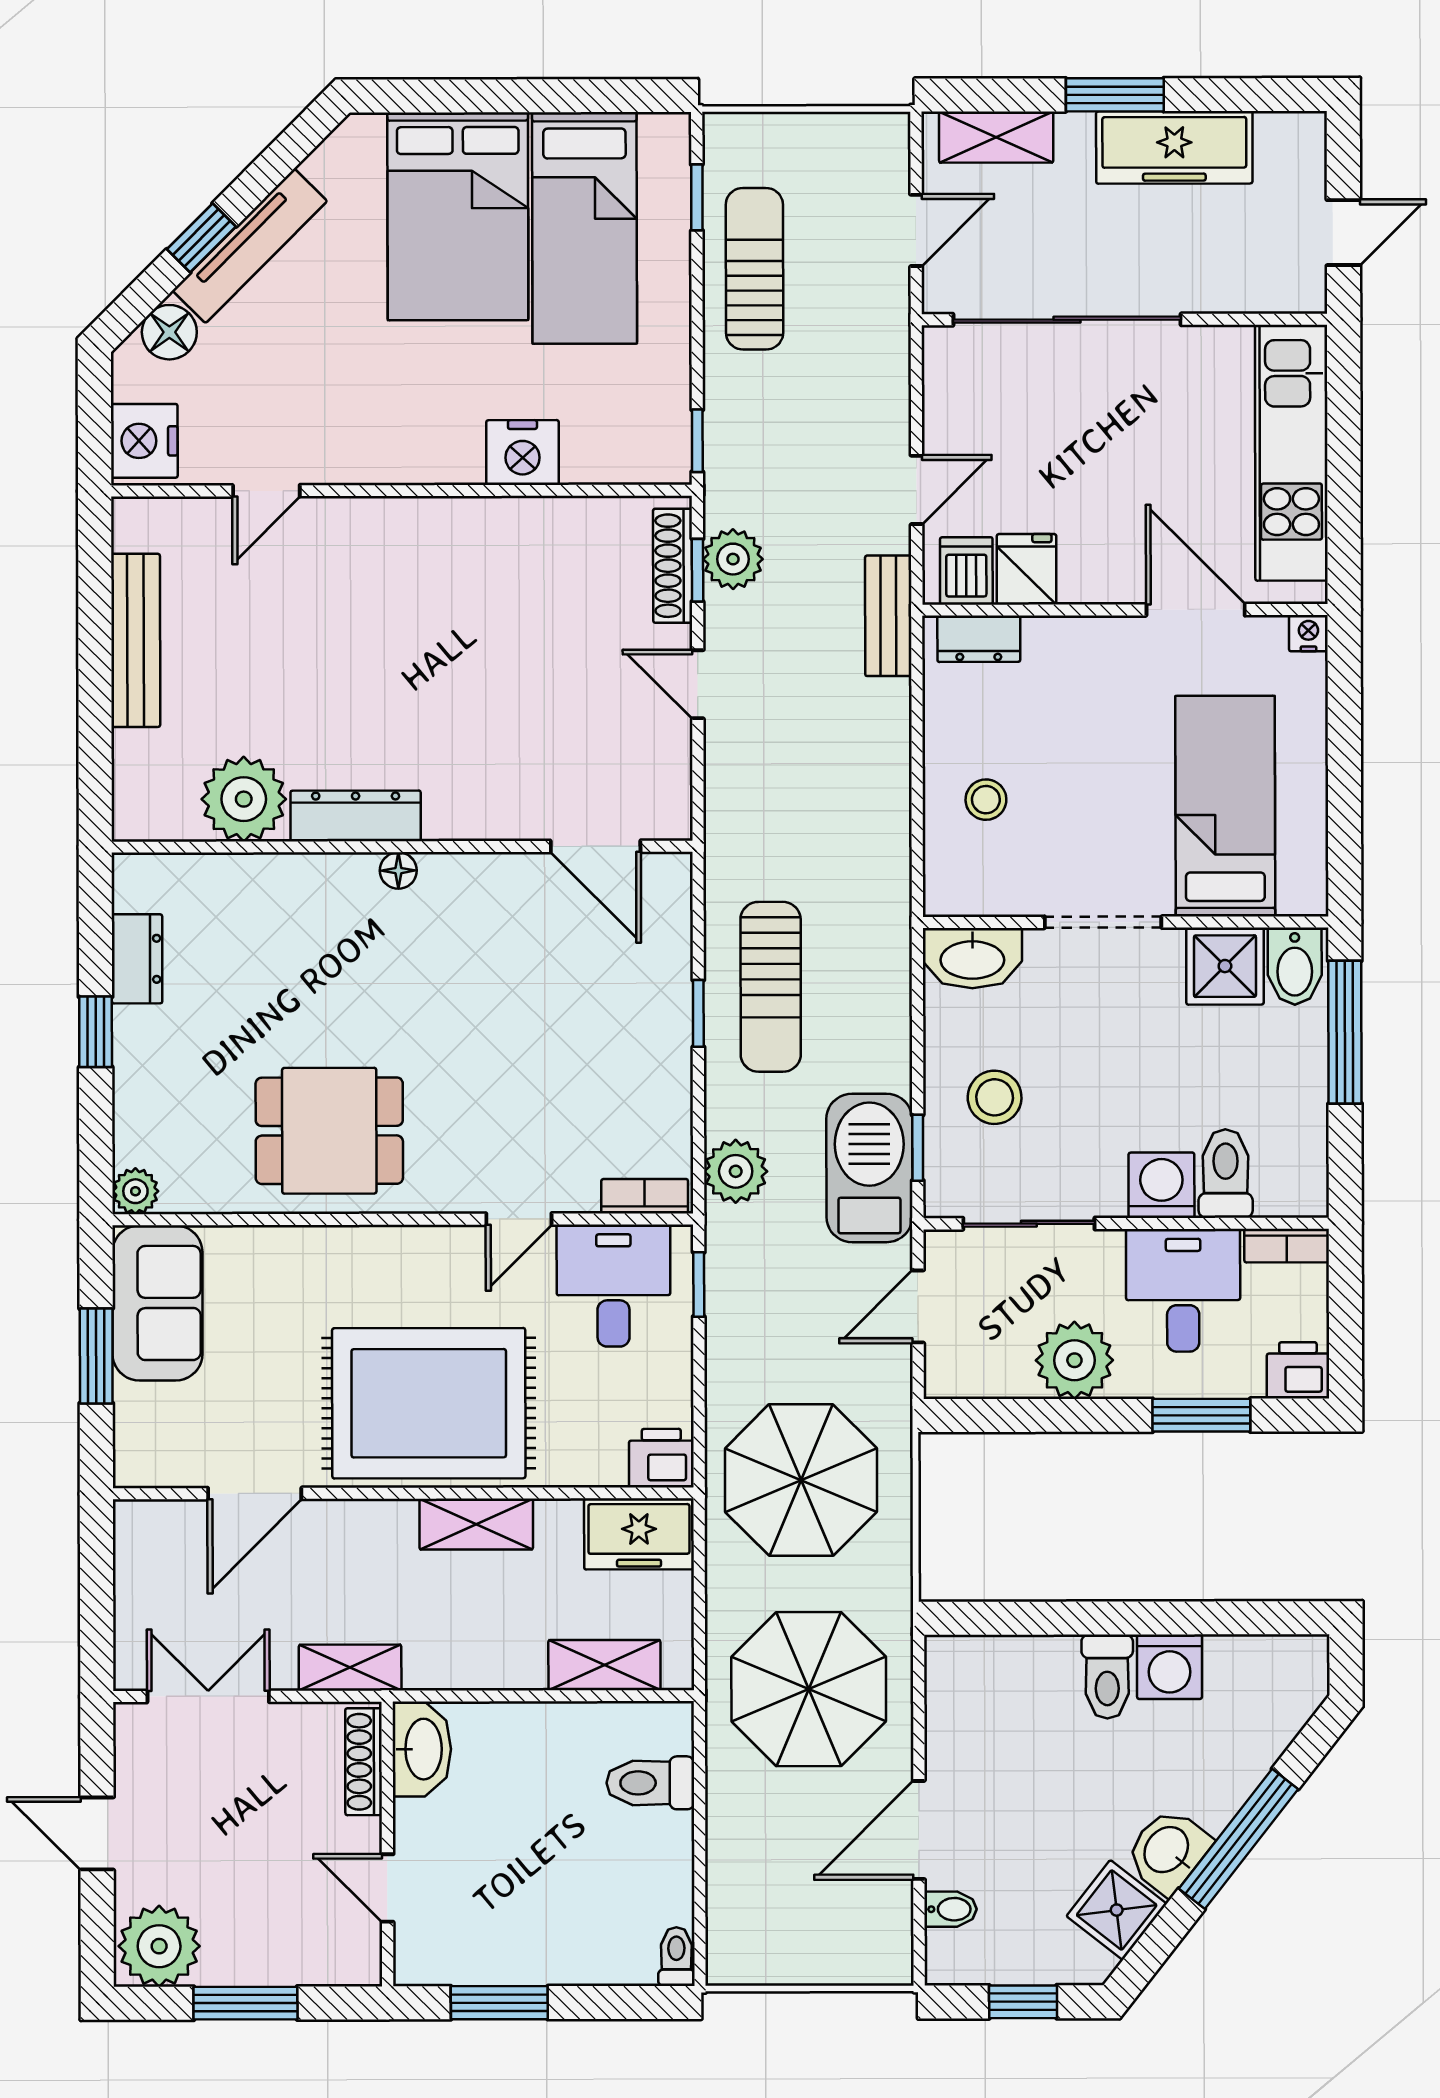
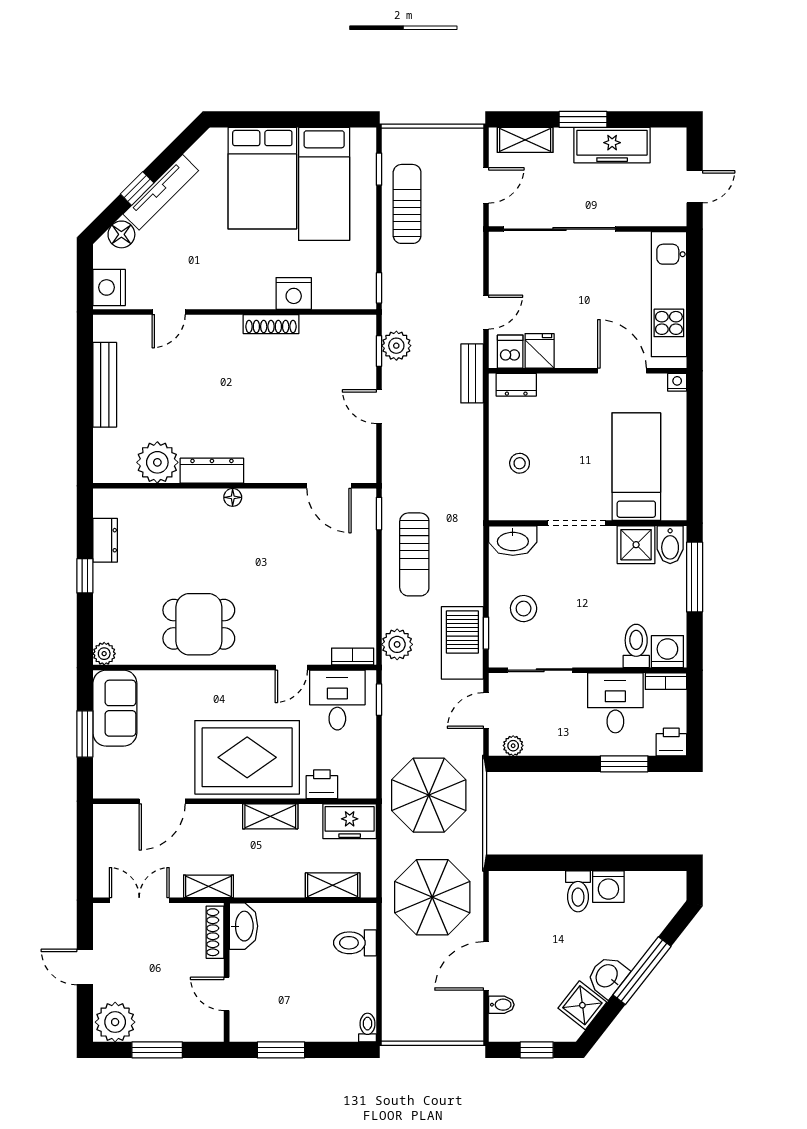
shoe rack: (673, 566) -> (271, 324), moved, turned -90
window: (698, 1013) -> (379, 514), moved
washing machine: (1161, 1185) -> (667, 652), moved
plant: (1074, 1360) -> (513, 746), moved, width x0.53, depth x0.53
printer: (661, 1458) -> (322, 784), moved

